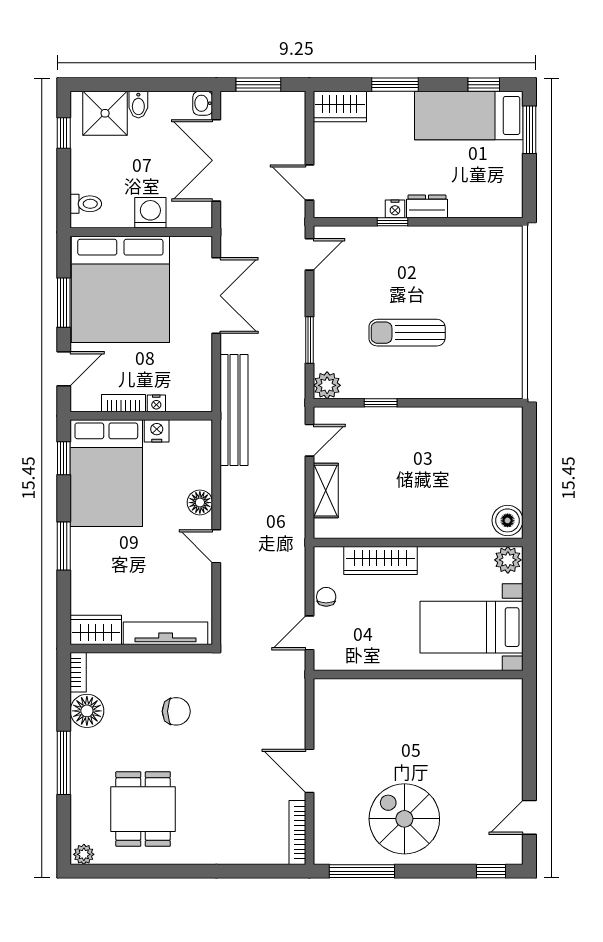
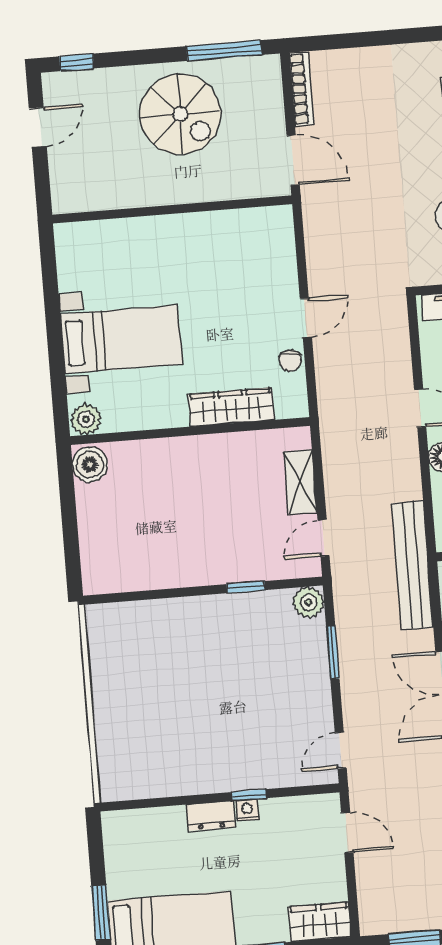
sun lounger: (407, 333) -> (222, 670), removed
wall: (418, 674) -> (172, 209), moved

